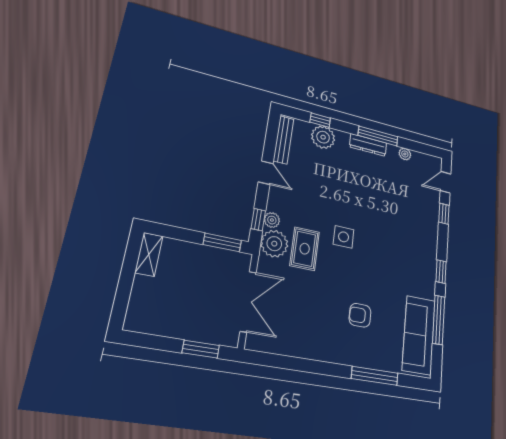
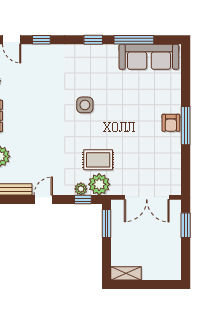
side table: (344, 237) -> (85, 105), moved
double door: (248, 302) -> (147, 197), swing flipped
armchair: (360, 315) -> (171, 123), moved
window: (375, 376) -> (186, 126), moved

